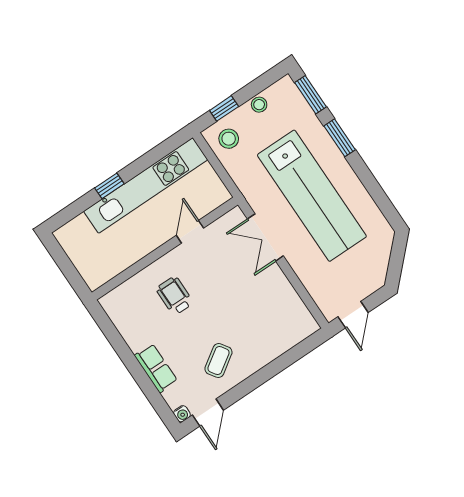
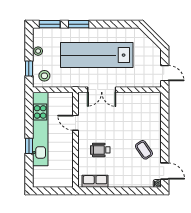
lab bench: (312, 196) -> (97, 55), turned 180
row of seats: (156, 368) -> (95, 181), moved

